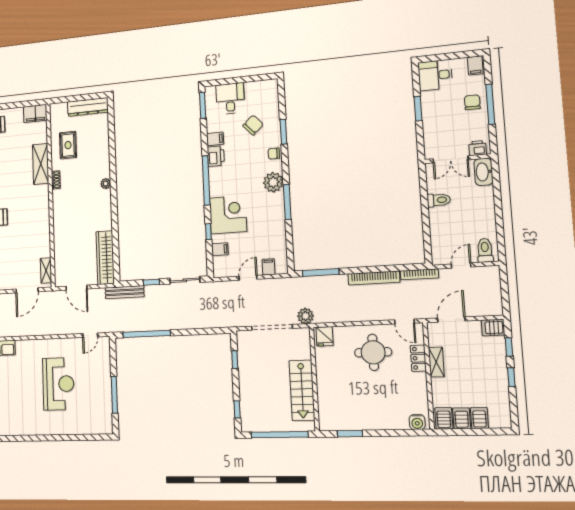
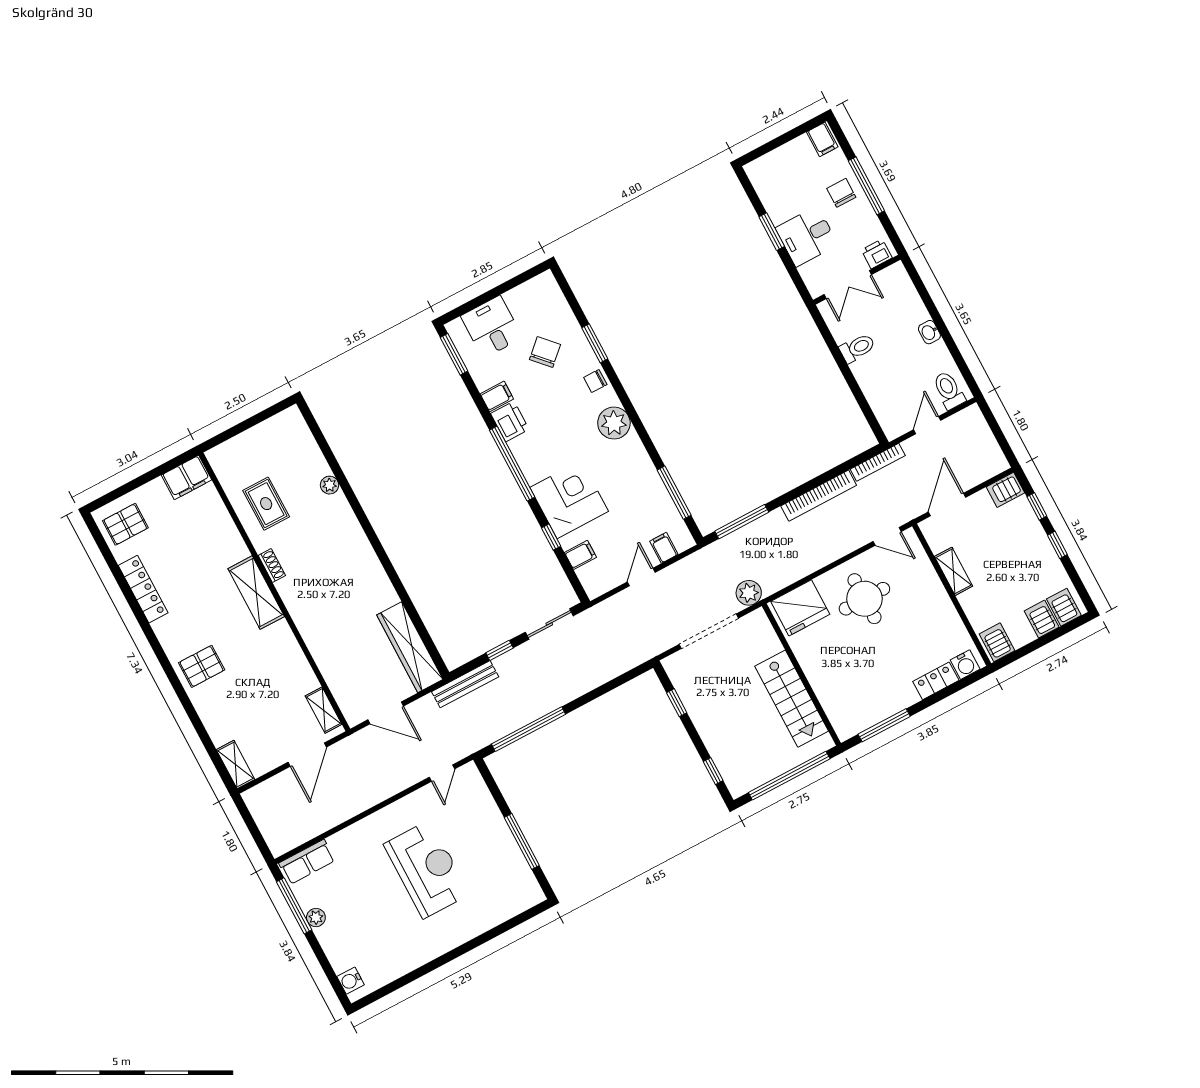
desk: (435, 75) -> (807, 236), moved
dresser: (88, 107) -> (270, 431), removed
shelving: (41, 164) -> (256, 593), moved
washbasin: (483, 172) -> (929, 332), moved, width x0.52, depth x0.69
plant: (106, 184) -> (330, 485), moved
window: (287, 202) -> (674, 493), moved
fridge: (324, 336) -> (800, 608), width x1.88, depth x1.34
locker: (418, 358) -> (936, 681), moved, turned 90
server rack: (462, 418) -> (1064, 607), moved
window: (350, 434) -> (884, 725), width x1.44

